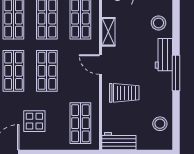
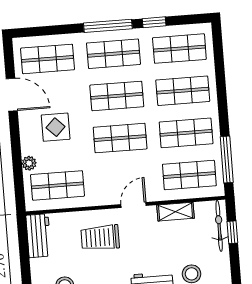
trolley: (124, 93) -> (100, 238), turned 90
plant: (61, 144) -> (29, 163), added

